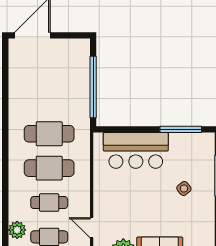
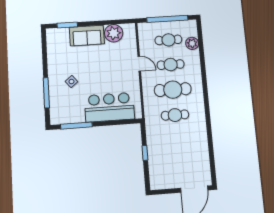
window: (93, 87) -> (145, 153), width x0.32
cafe table: (49, 134) -> (175, 115), width x0.73, depth x0.74
door: (92, 228) -> (139, 64), moved

